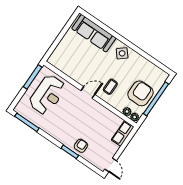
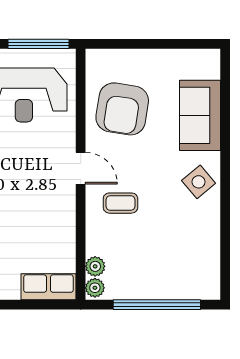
sofa: (94, 33) -> (200, 115), width x0.73
armchair: (140, 93) -> (122, 109), moved, turned 99

